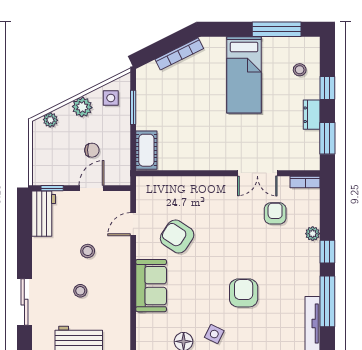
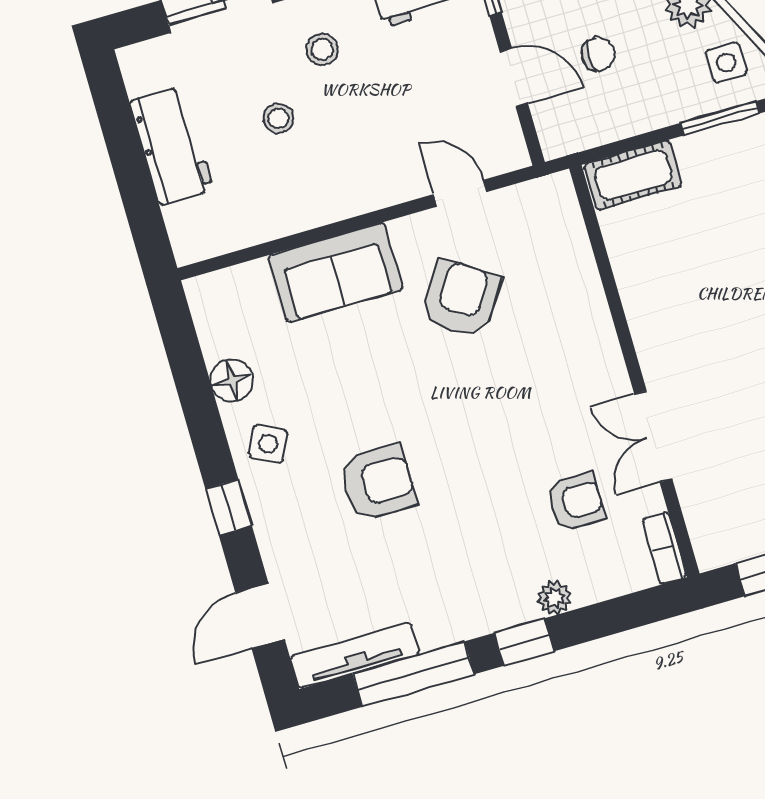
chair: (92, 150) -> (598, 54), turned -90
stool: (88, 251) -> (322, 49), moved

